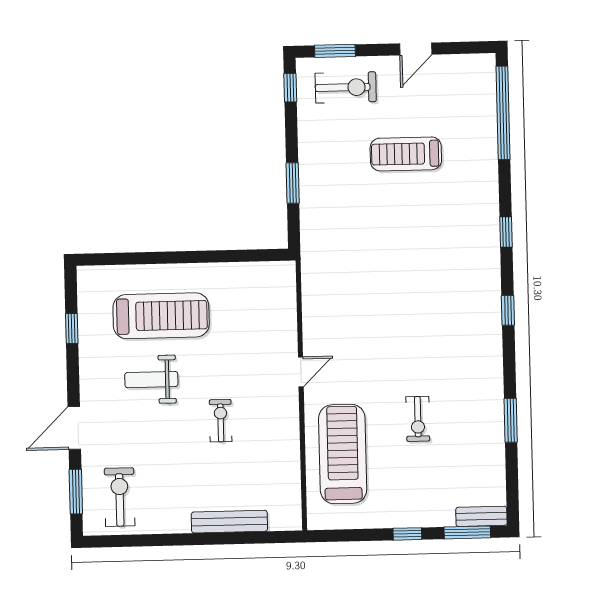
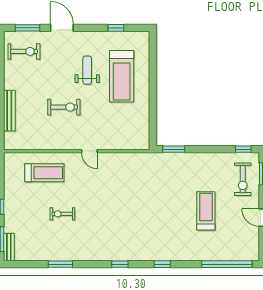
window: (293, 183) -> (174, 149), moved
exercise bike: (221, 421) -> (64, 107), width x1.38, depth x1.39
treadmill: (343, 454) -> (44, 173), width x0.73, depth x0.73

